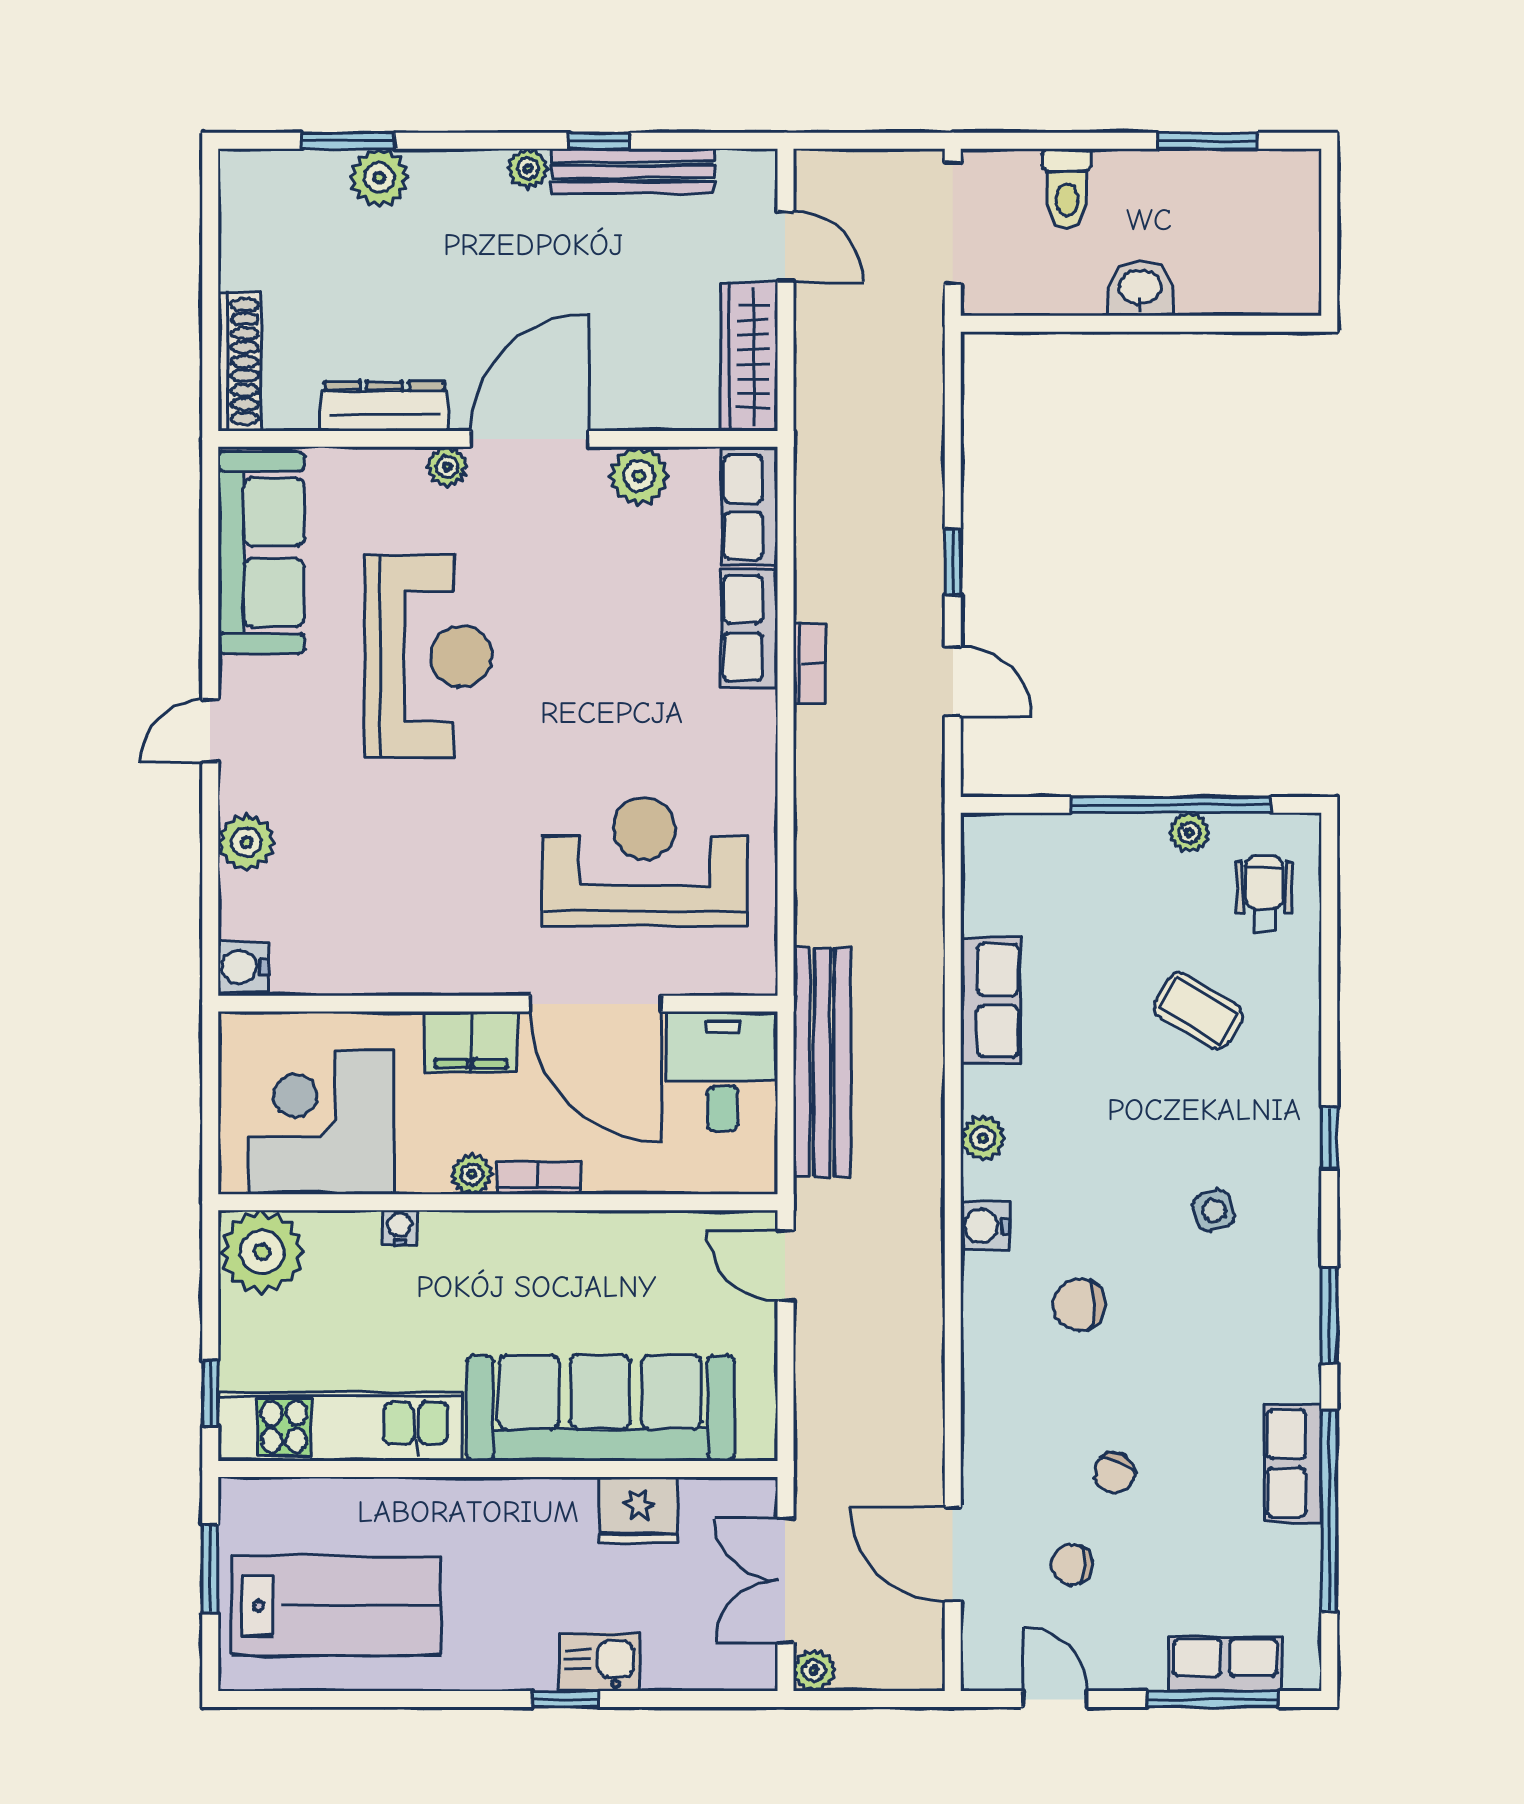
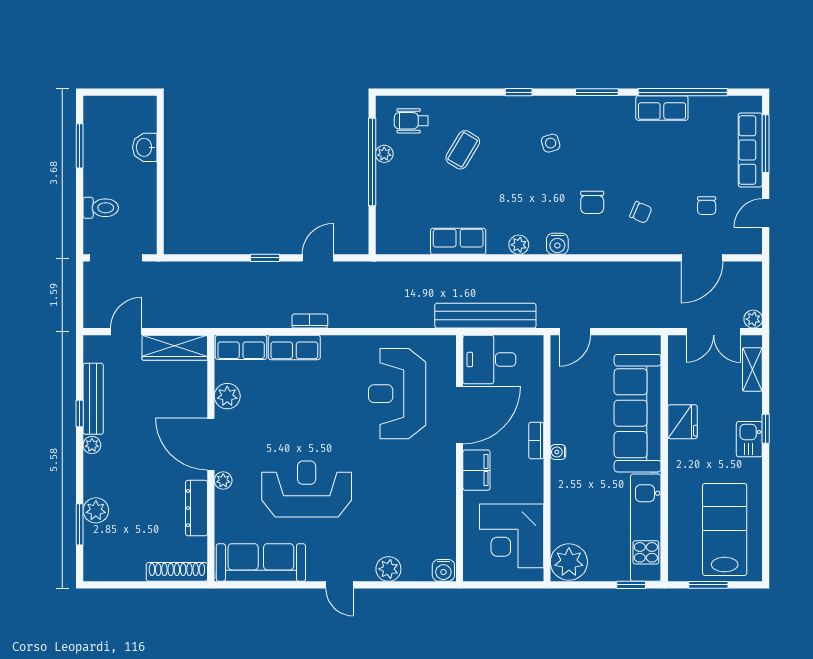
washbasin: (1140, 288) -> (145, 147), moved
plant: (472, 1174) -> (535, 470), removed
water cooler: (400, 1227) -> (558, 452), moved
chair: (1114, 1473) -> (641, 212), moved
fridge: (638, 1510) -> (683, 422), moved
kitchen sink: (599, 1662) -> (749, 439), moved
row of seats: (1225, 1664) -> (750, 150), width x1.48
shelving: (700, 1669) -> (752, 369), added

